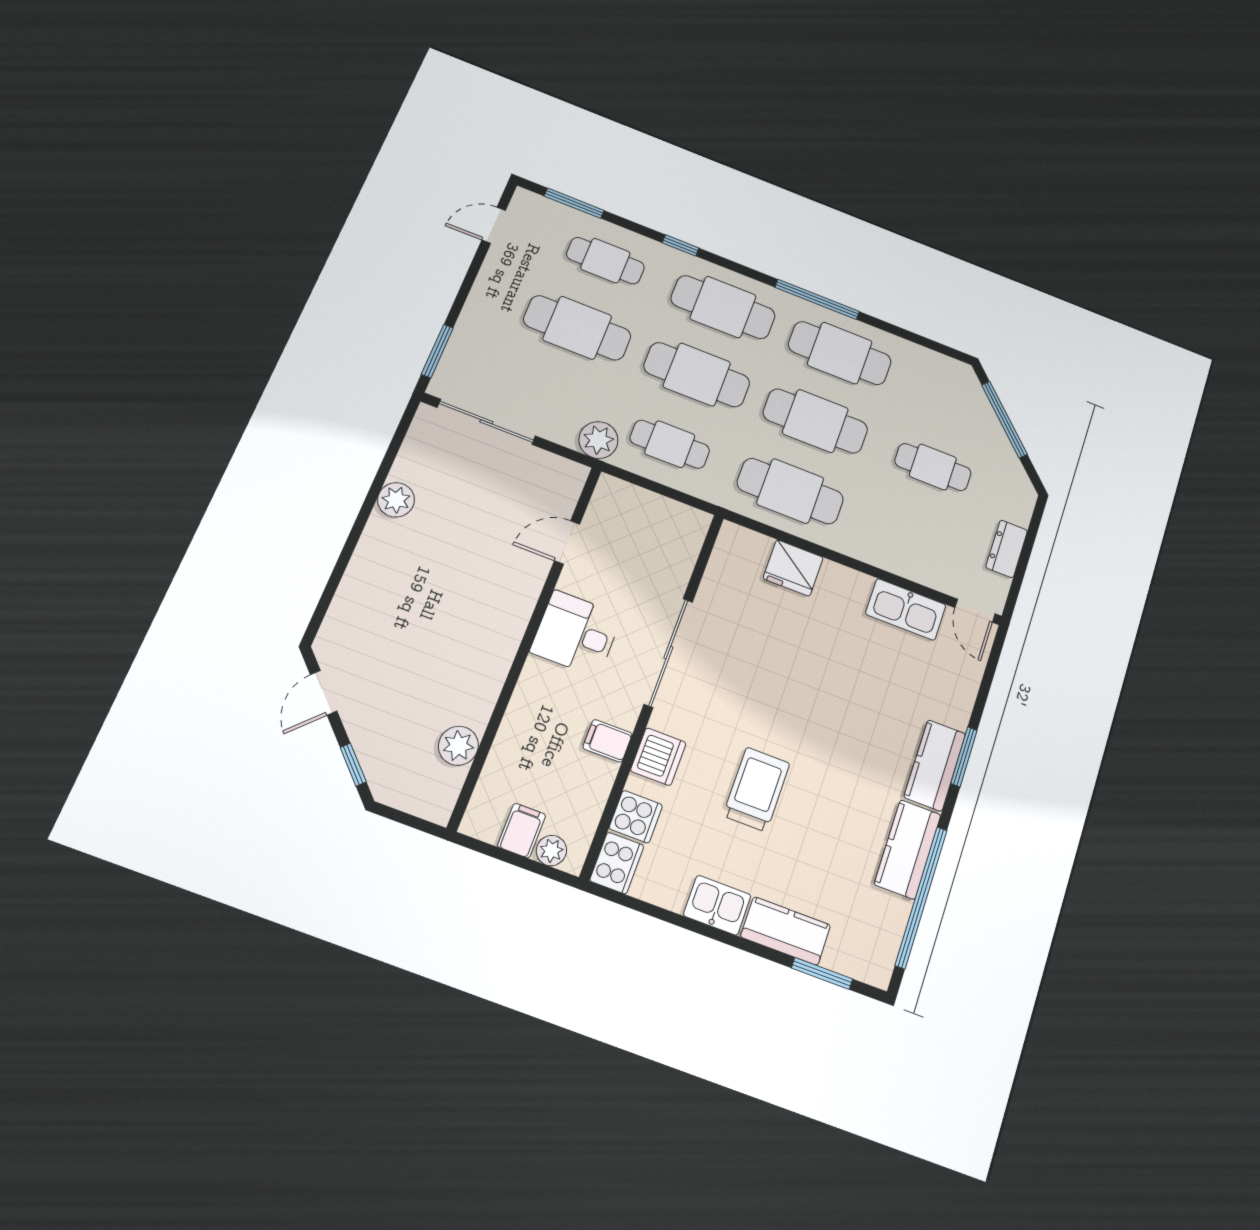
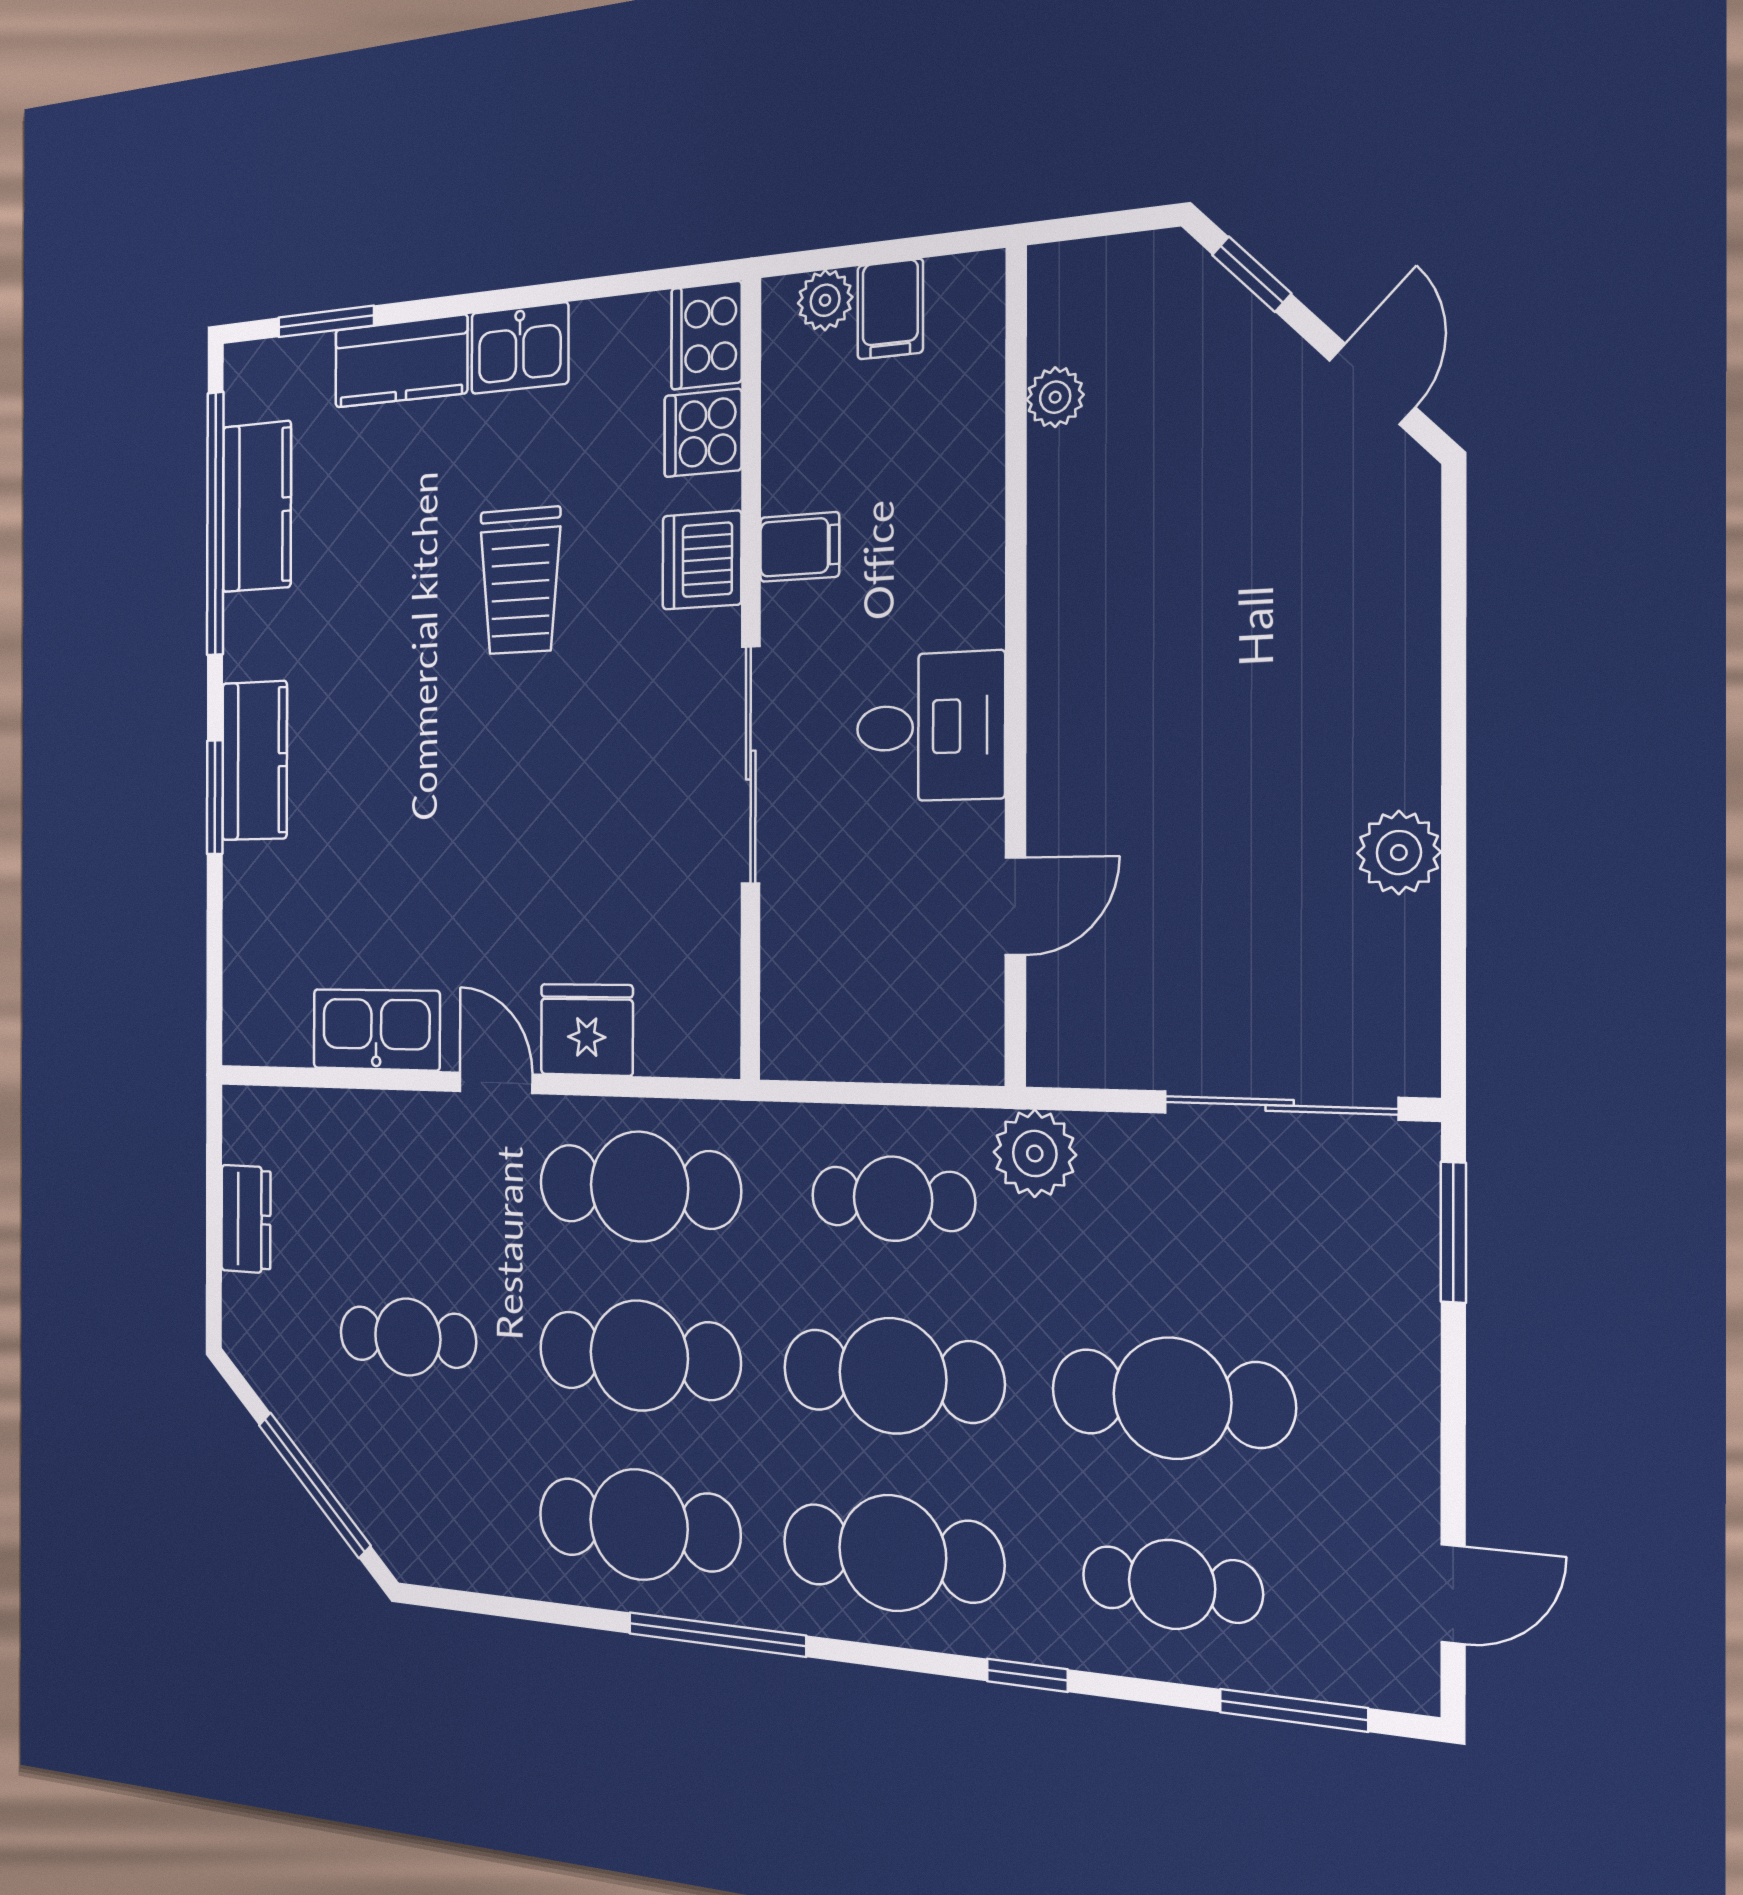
door: (975, 611) -> (496, 1083), moved
plant: (458, 746) -> (1055, 397), width x0.73, depth x0.73
kitchen counter: (908, 849) -> (257, 507), moved

